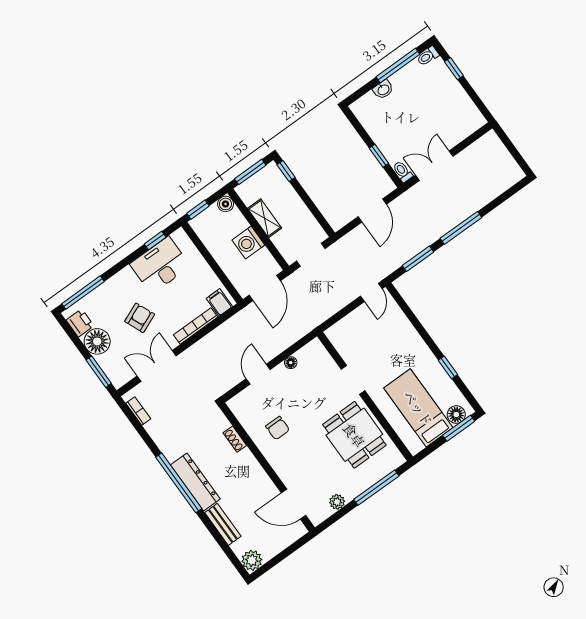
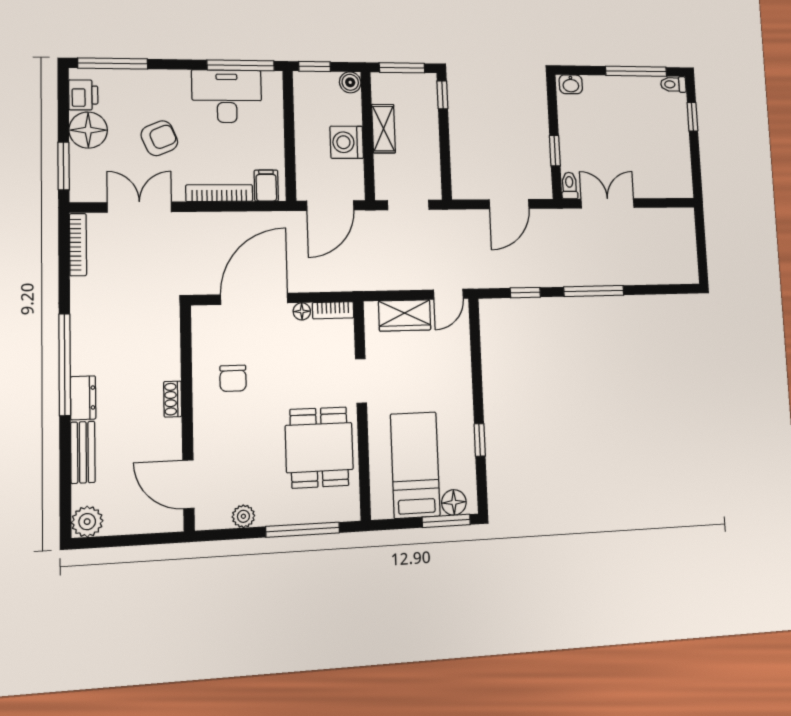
washbasin: (383, 90) -> (571, 84), moved
window: (155, 241) -> (241, 65), width x2.17
window: (418, 259) -> (525, 293), width x0.67
wardrobe: (353, 323) -> (405, 315), added
bookcase: (309, 349) -> (333, 310), added
door: (258, 374) -> (254, 299), width x1.88
bookcase: (138, 411) -> (78, 245), width x1.56
shoe rack: (235, 439) -> (173, 399), moved
dresser: (195, 482) -> (83, 398), width x0.51, depth x0.80

